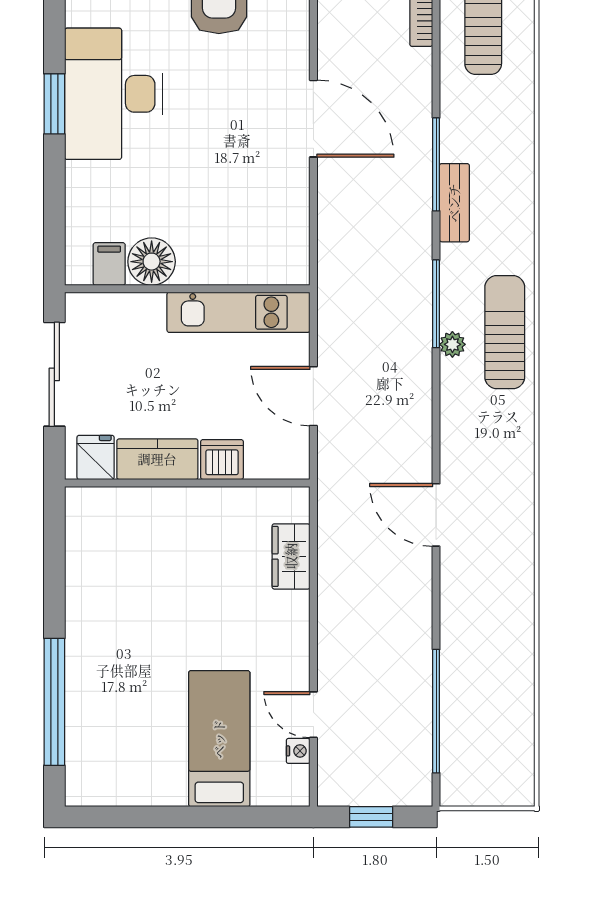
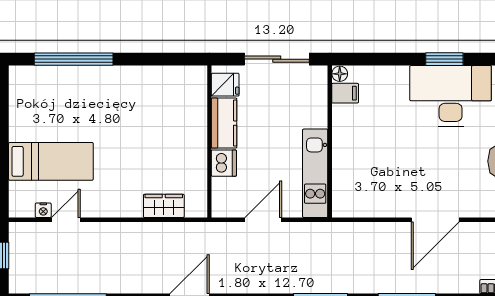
floor lamp: (152, 262) -> (340, 74), moved, width x0.53, depth x0.53

